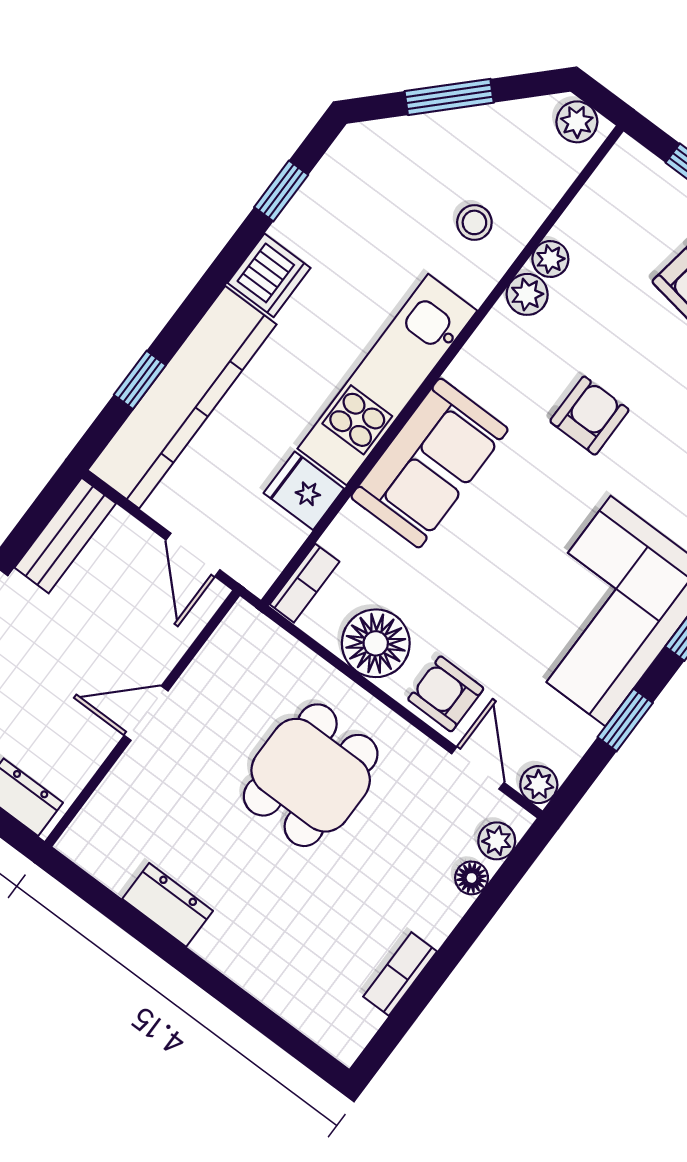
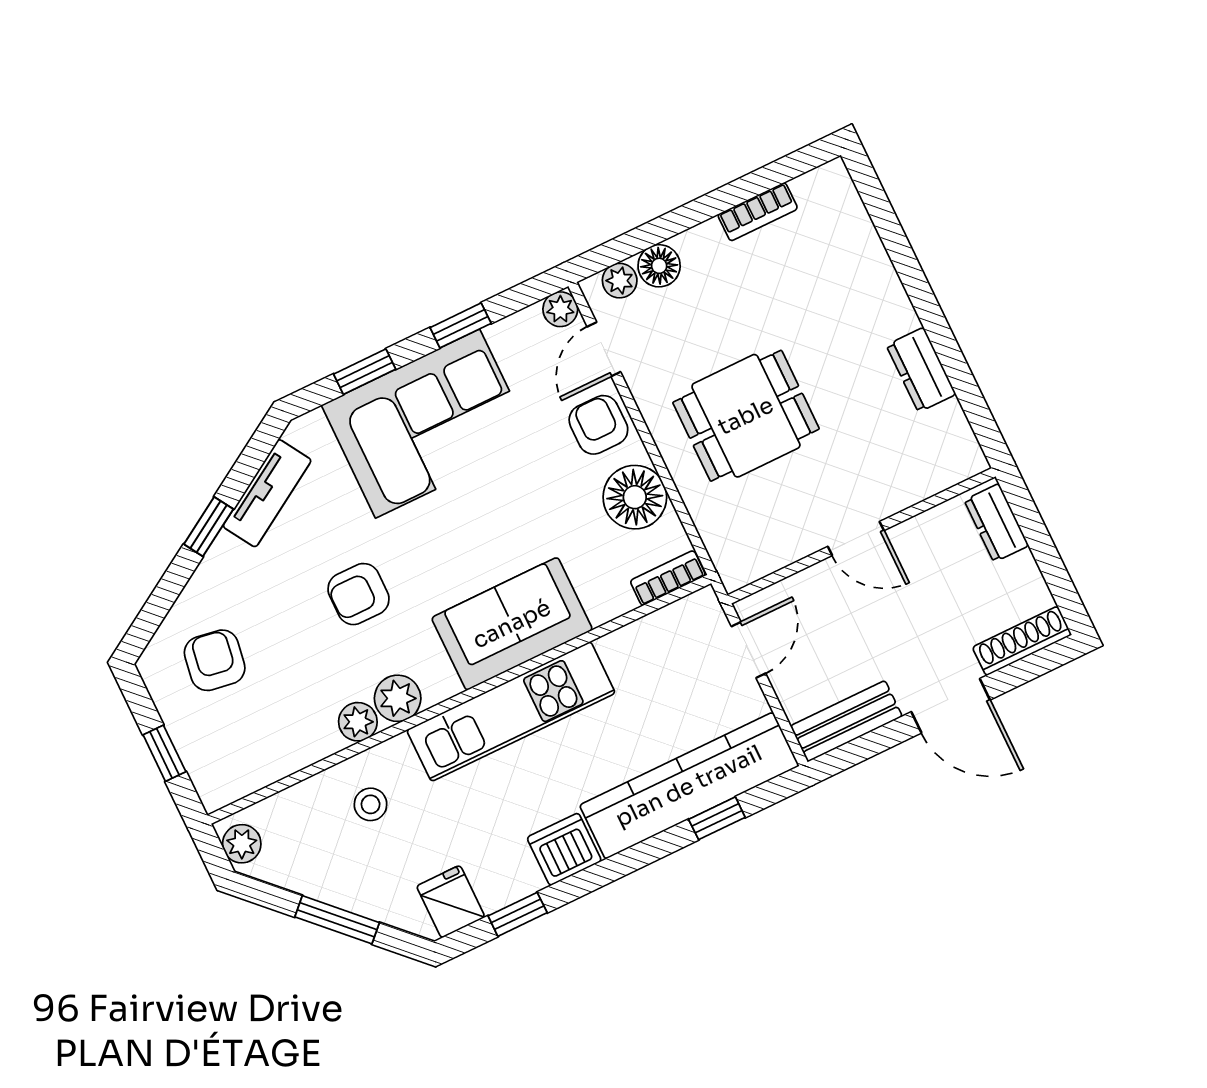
plant: (550, 259) -> (398, 698), moved, width x1.38, depth x1.38
fridge: (304, 491) -> (451, 902), moved, turned 180
armchair: (446, 694) -> (598, 425), turned 180
floor lamp: (472, 878) -> (659, 266), width x1.37, depth x1.37

